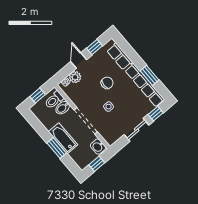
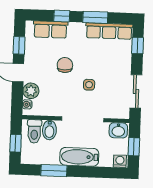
window: (133, 56) -> (62, 16), added
row of seats: (145, 85) -> (109, 31), width x0.73
sliding door: (137, 130) -> (136, 91), moved
window: (57, 148) -> (54, 171), moved
washing machine: (82, 163) -> (120, 161), added

